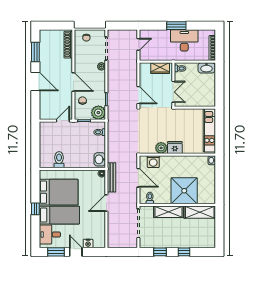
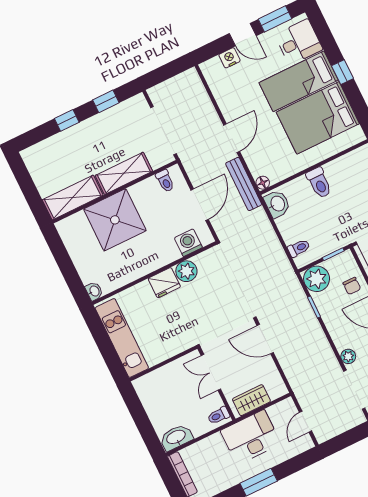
desk: (184, 40) -> (251, 437), moved, turned 180
toilet: (59, 160) -> (319, 183), moved
door: (138, 178) -> (200, 205), swing flipped

